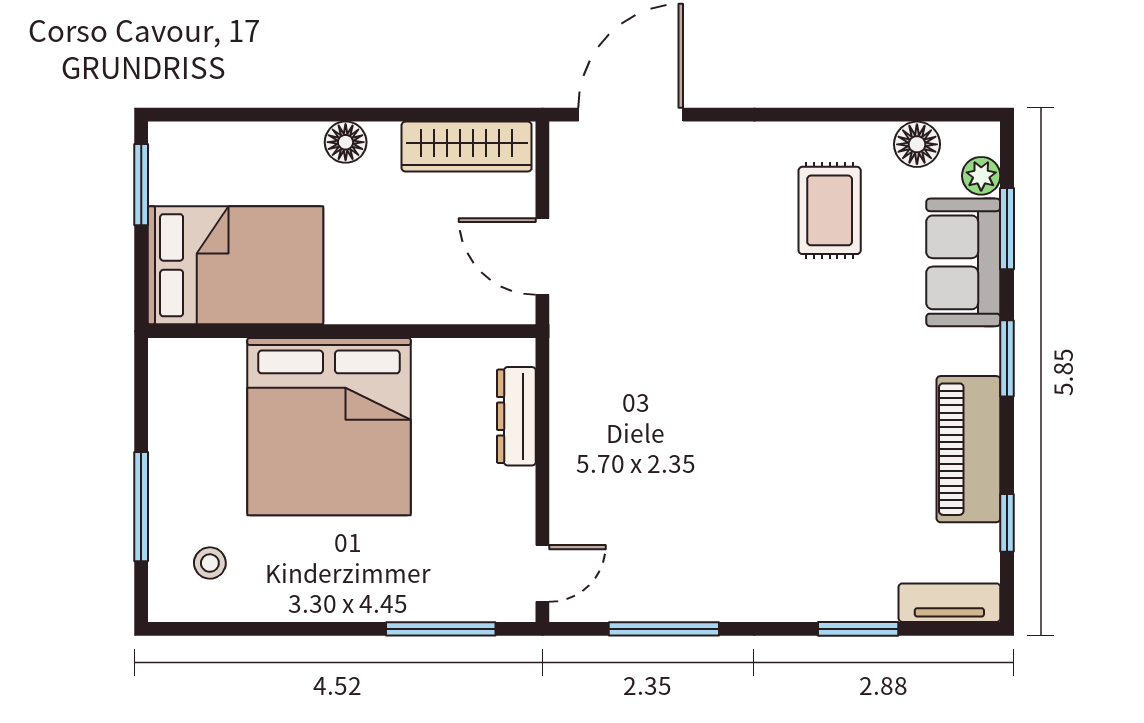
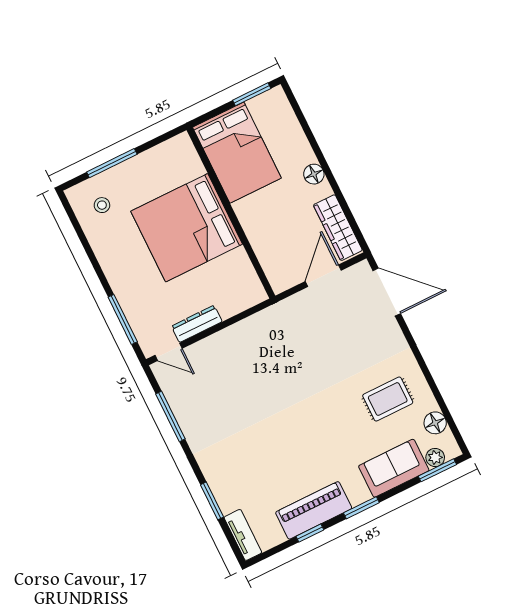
window: (1007, 229) -> (437, 470), moved
door: (542, 256) -> (323, 276), moved
dresser: (516, 416) -> (197, 324), moved
window: (1007, 523) -> (310, 533), moved

